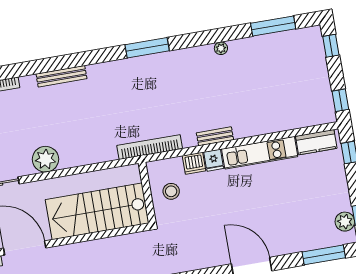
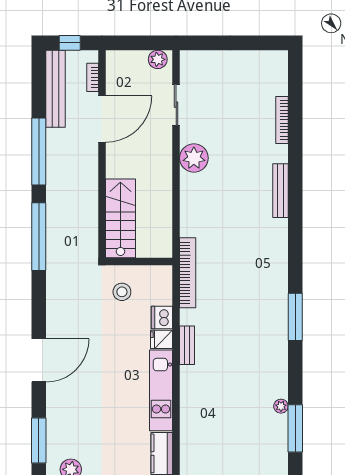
window: (147, 48) -> (295, 317), moved
plant: (221, 48) -> (281, 406), moved
stool: (171, 191) -> (122, 292), moved
stairs: (97, 211) -> (120, 218), width x0.73, depth x0.66

